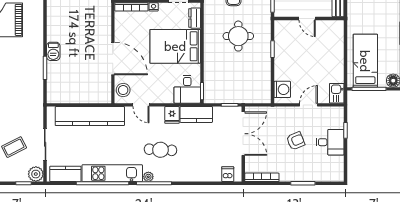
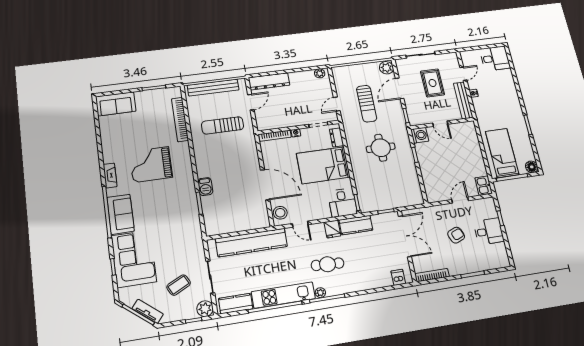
washing machine: (282, 89) -> (420, 135), moved

